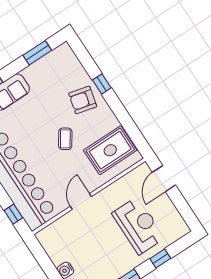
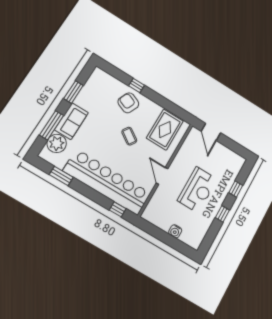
window: (37, 53) -> (73, 92), moved
armchair: (83, 100) -> (128, 103), turned 99
reception desk: (138, 226) -> (197, 190), moved, turned 90

